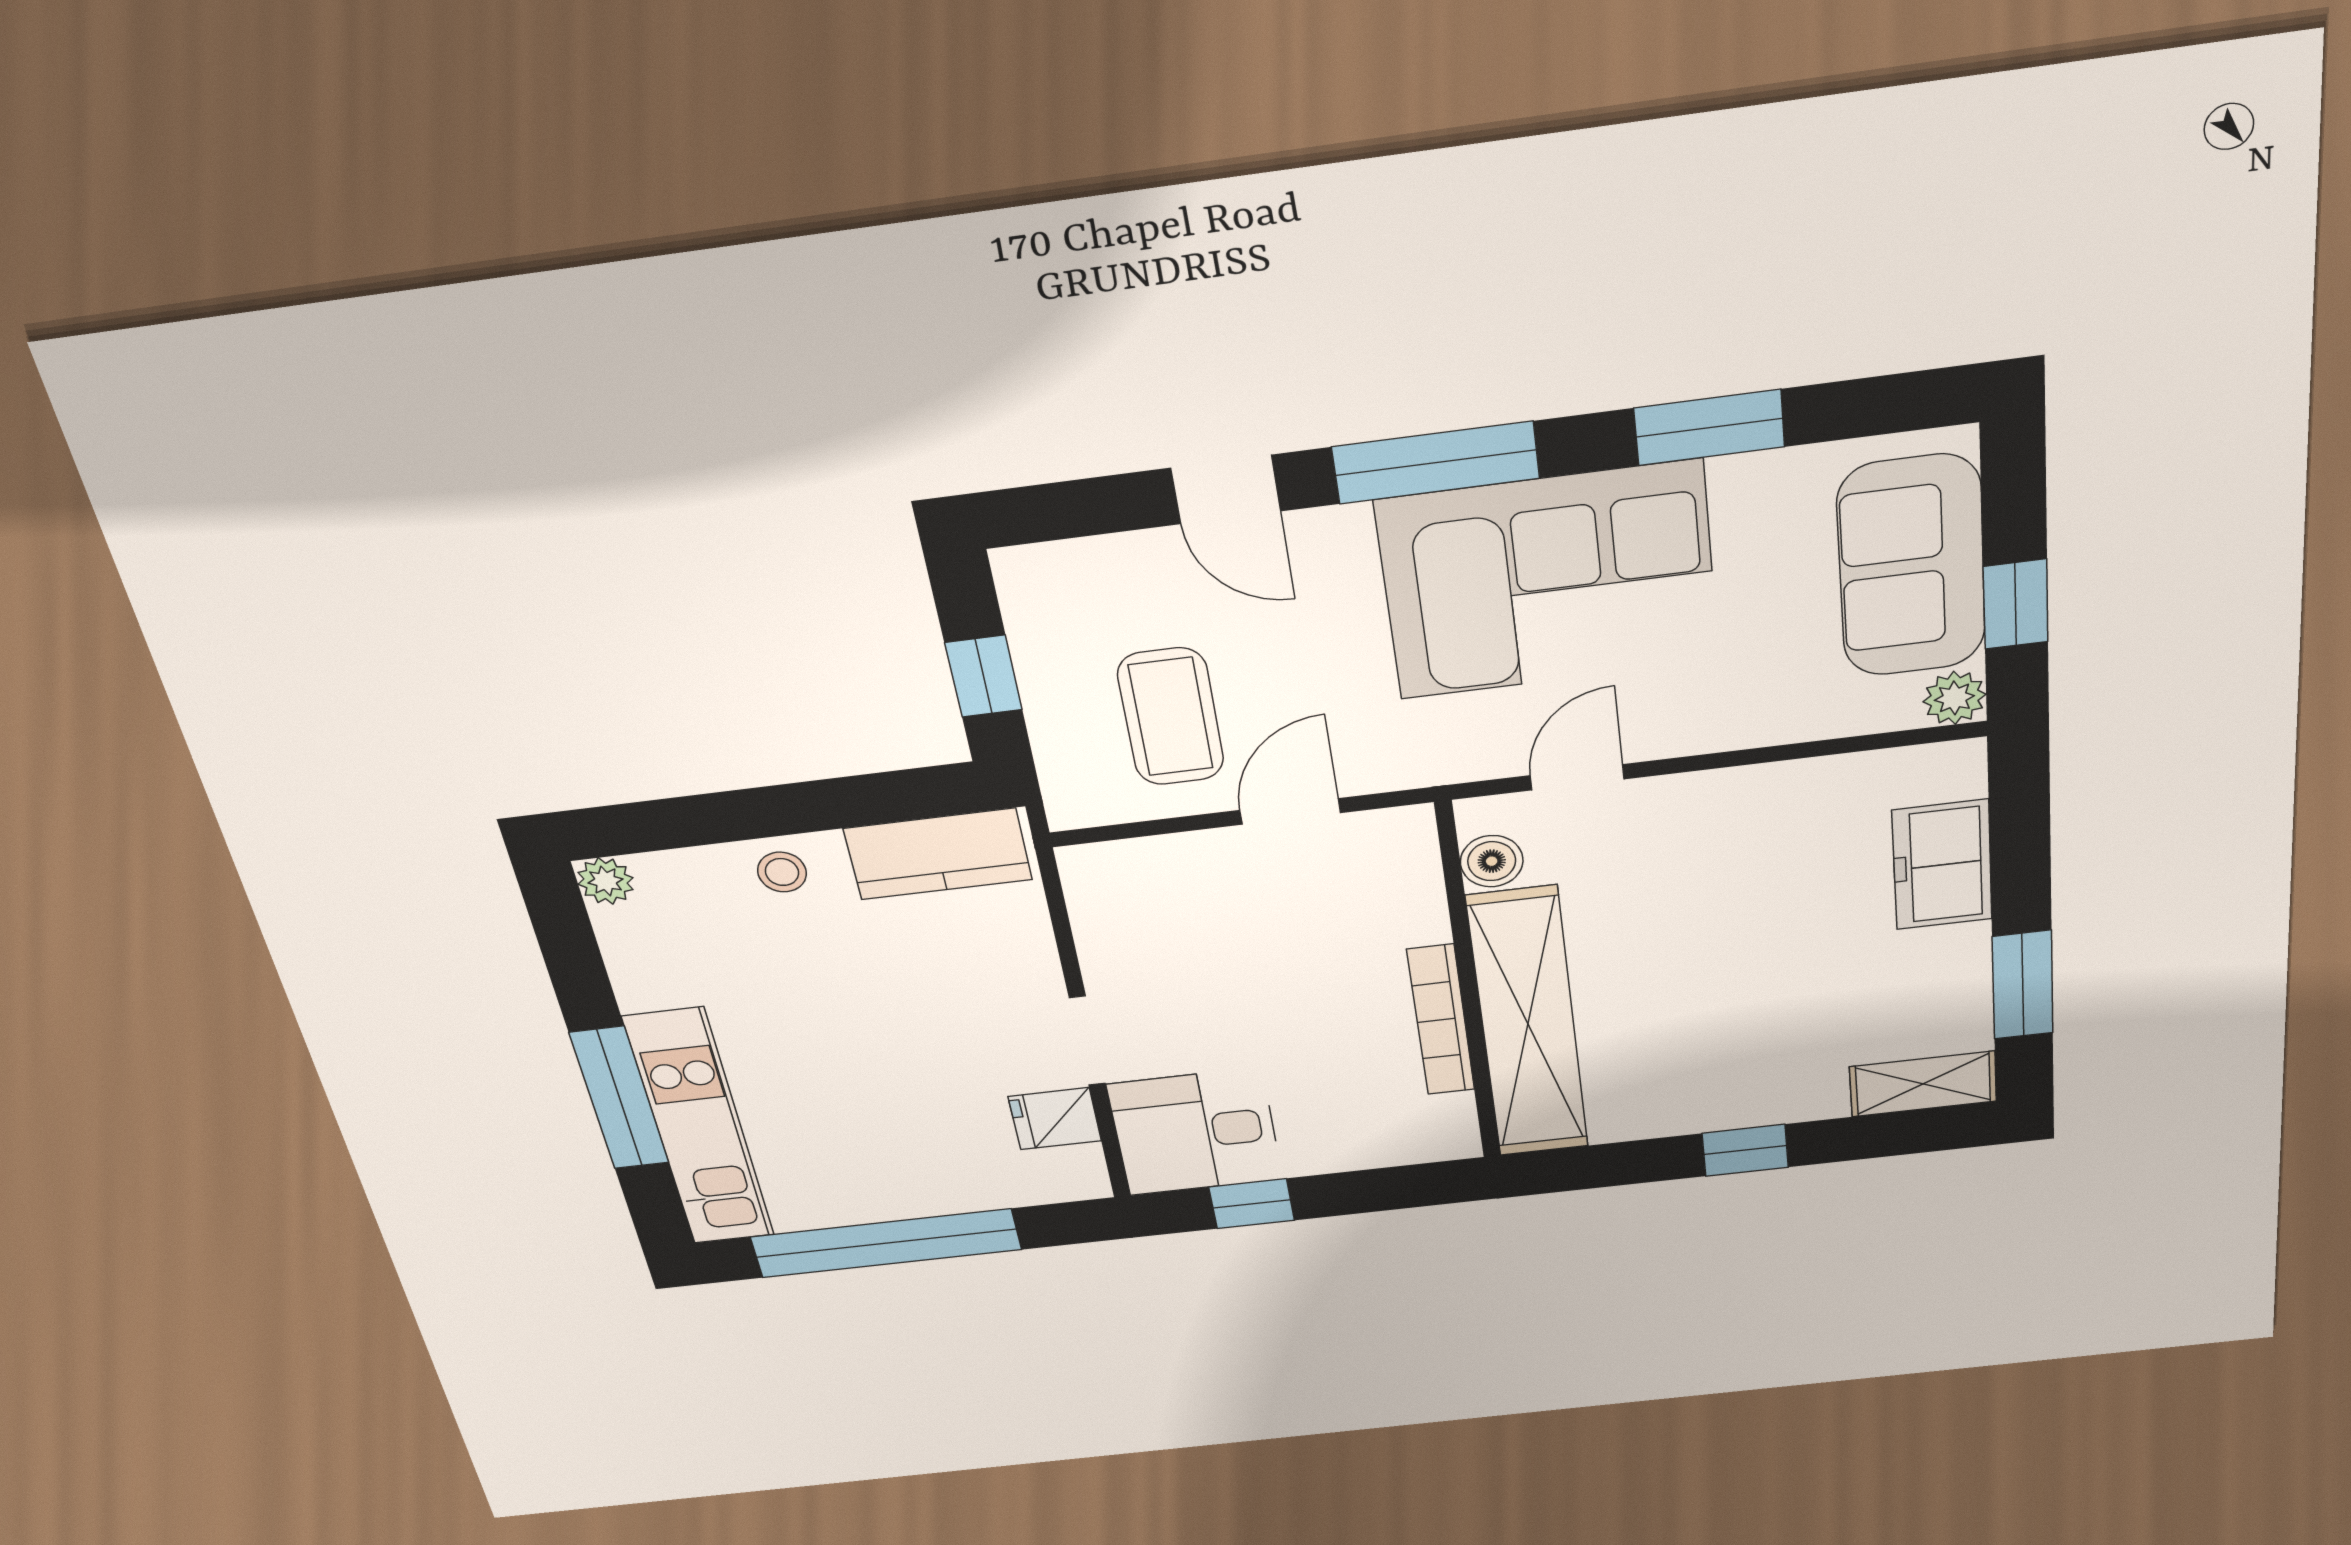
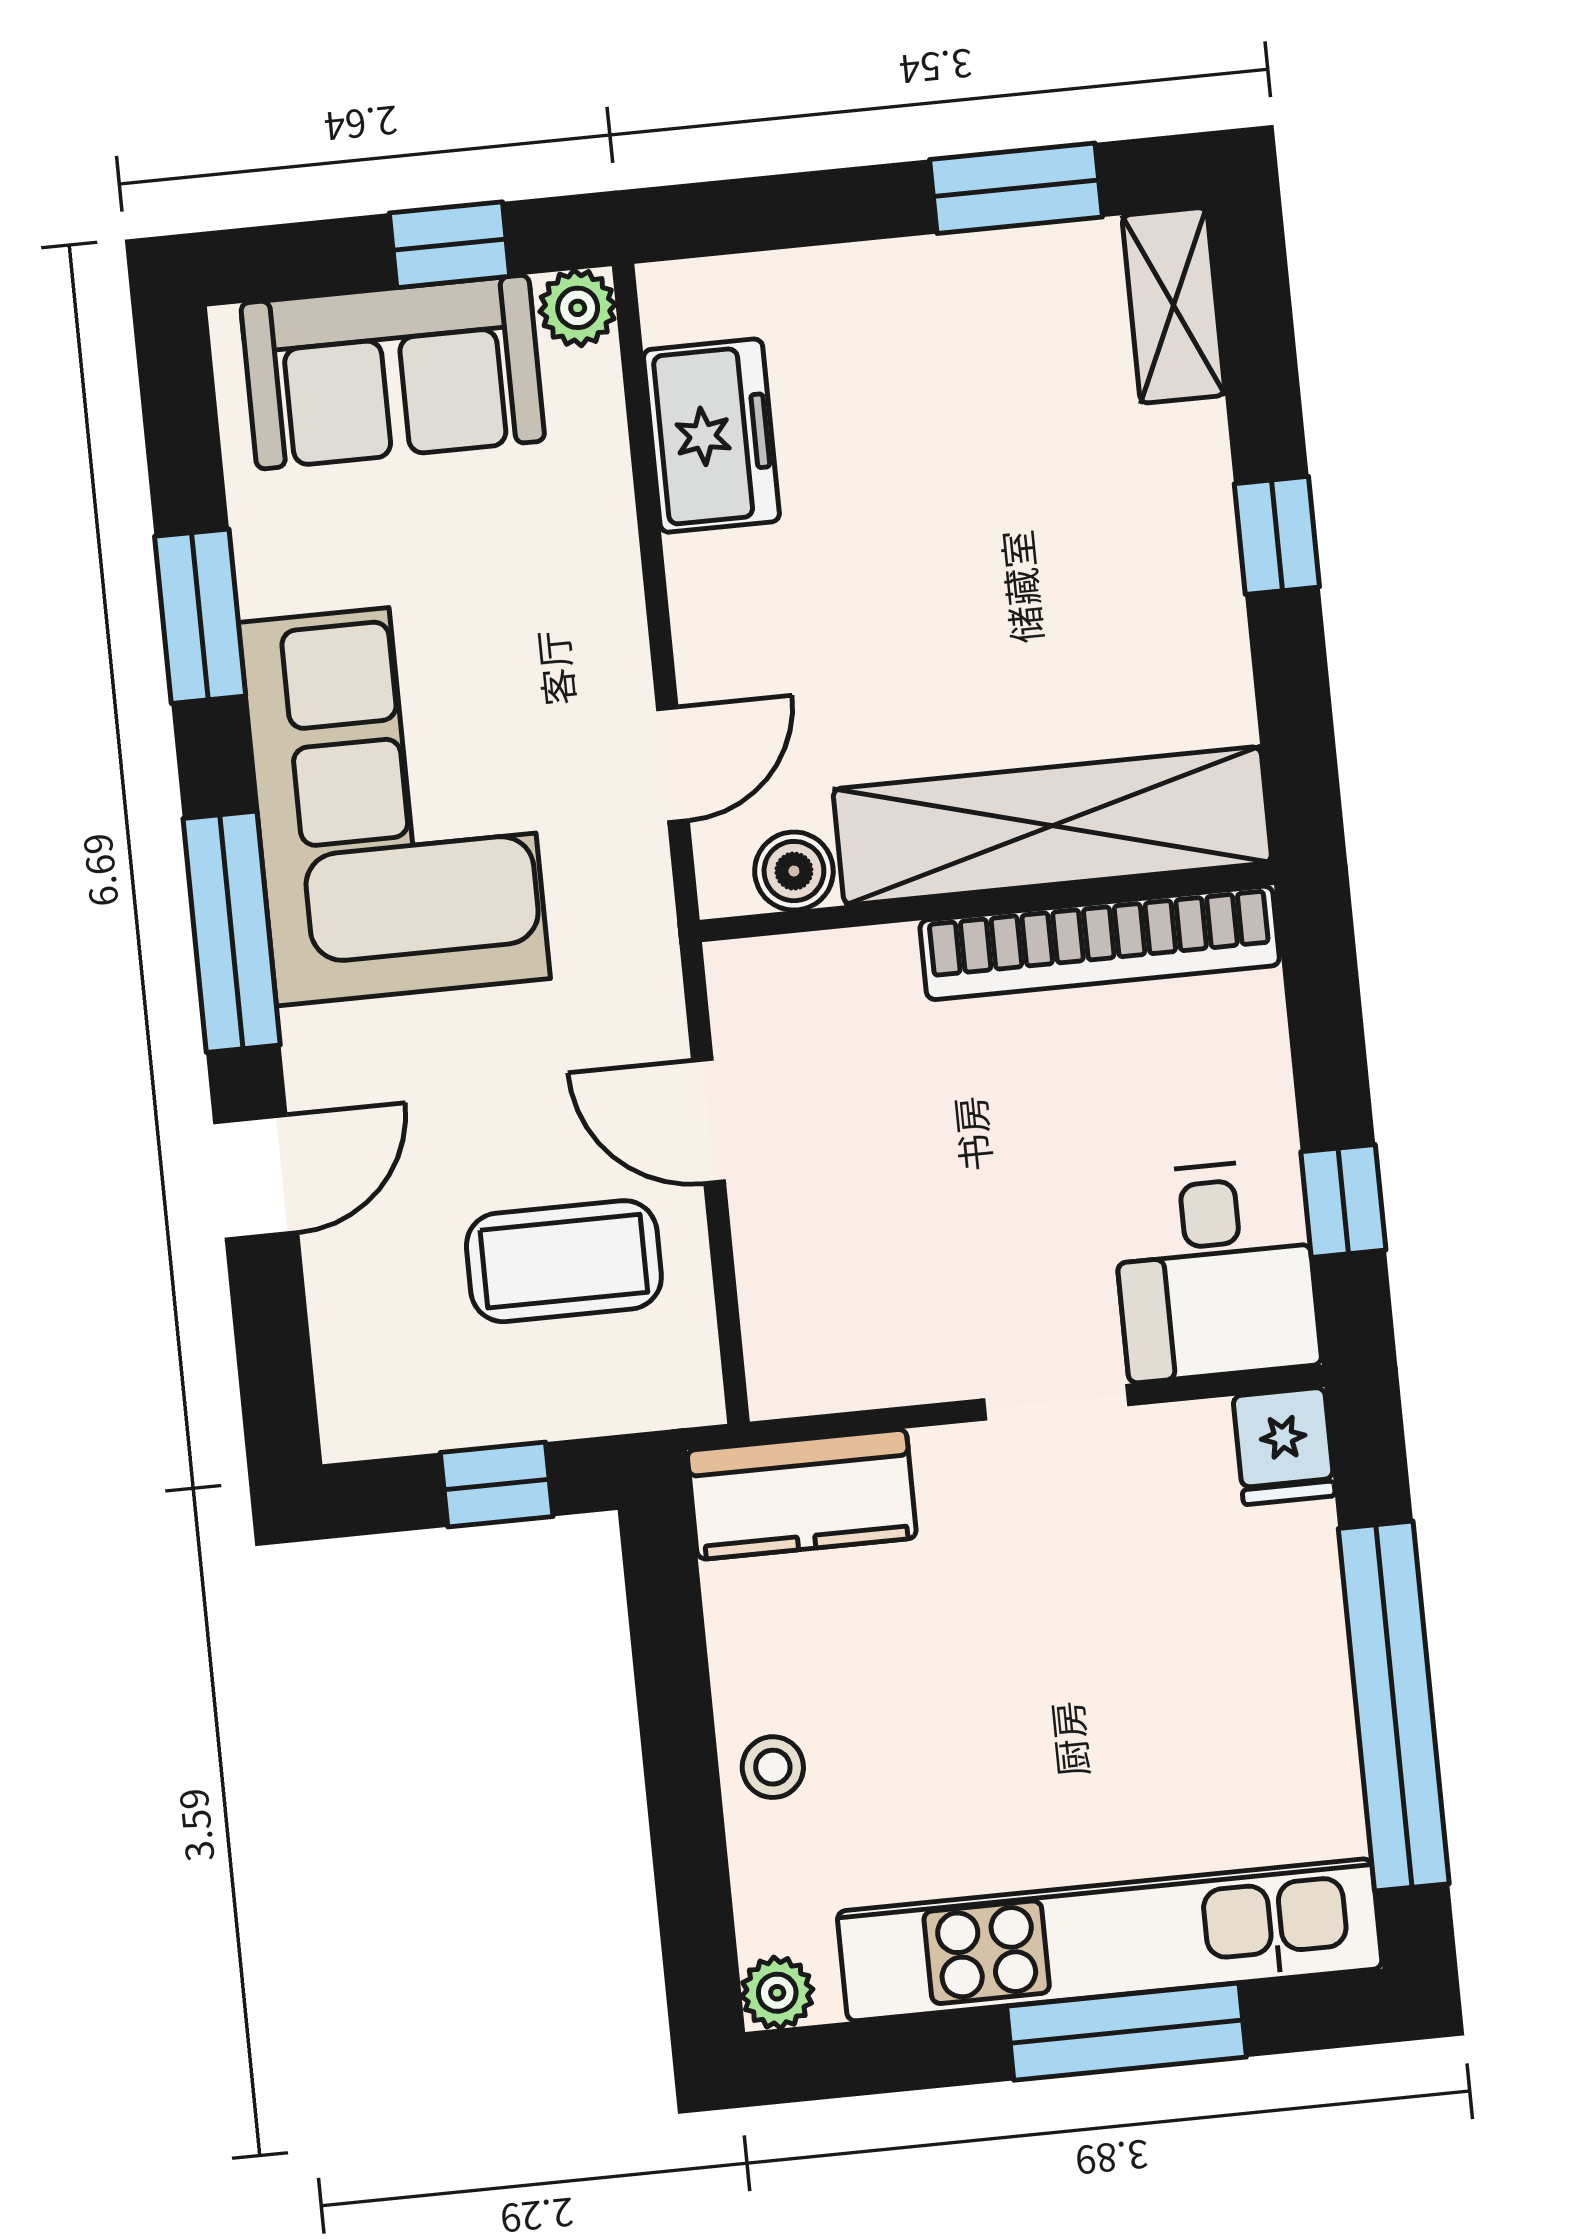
door: (1577, 777) -> (673, 765), swing flipped
kitchen counter: (938, 854) -> (802, 1494), moved, turned 90
freezer: (1942, 865) -> (711, 436), moved, turned -90
bookcase: (1441, 1020) -> (1100, 943), width x1.48, depth x1.31
fridge: (1055, 1119) -> (1284, 1446), moved
kitchen unit: (699, 1128) -> (1110, 1940), width x1.36

